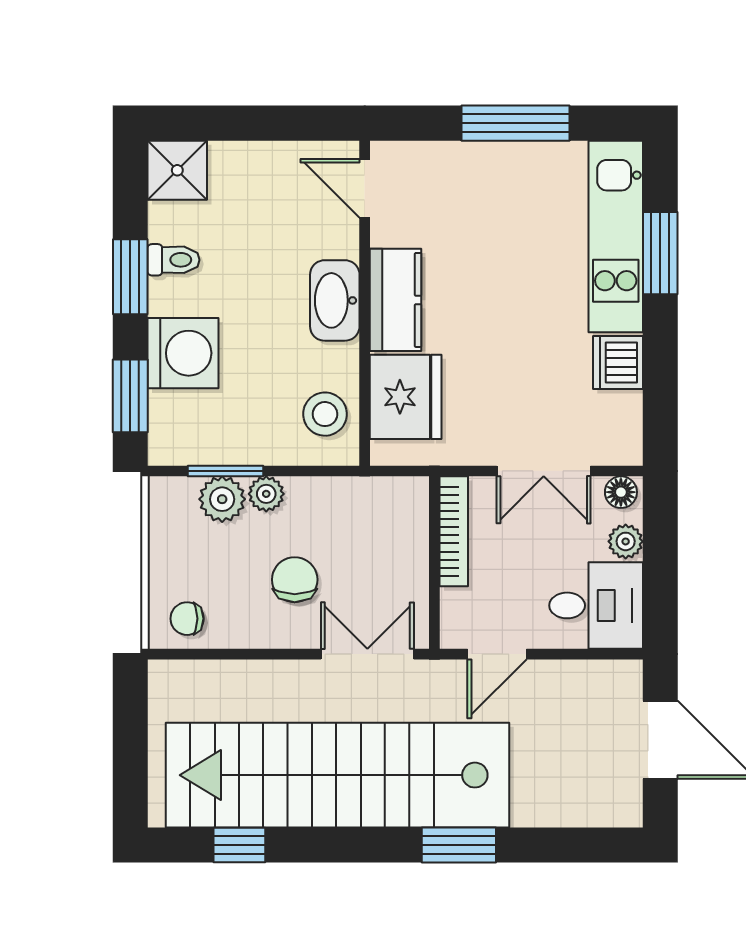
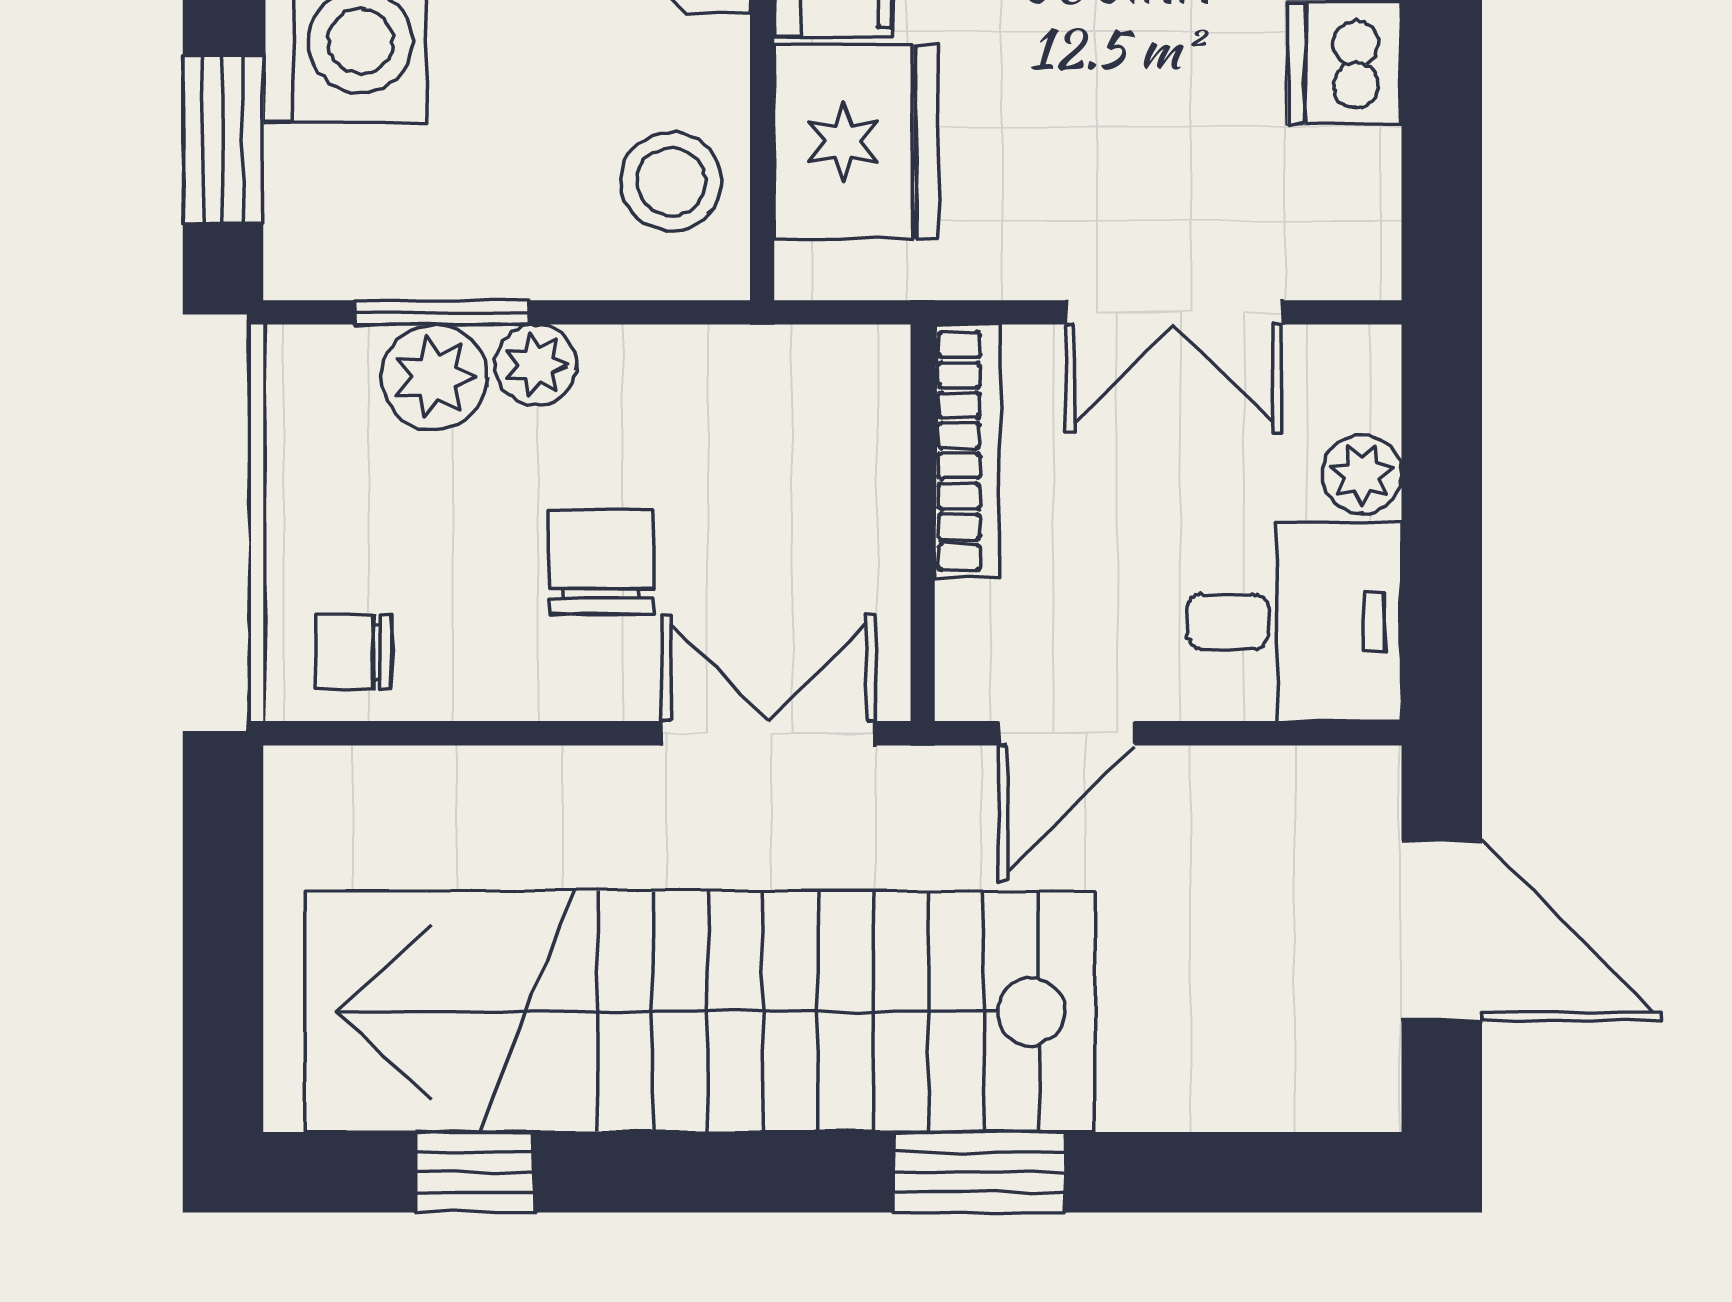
floor lamp: (621, 492) -> (1351, 361), removed

